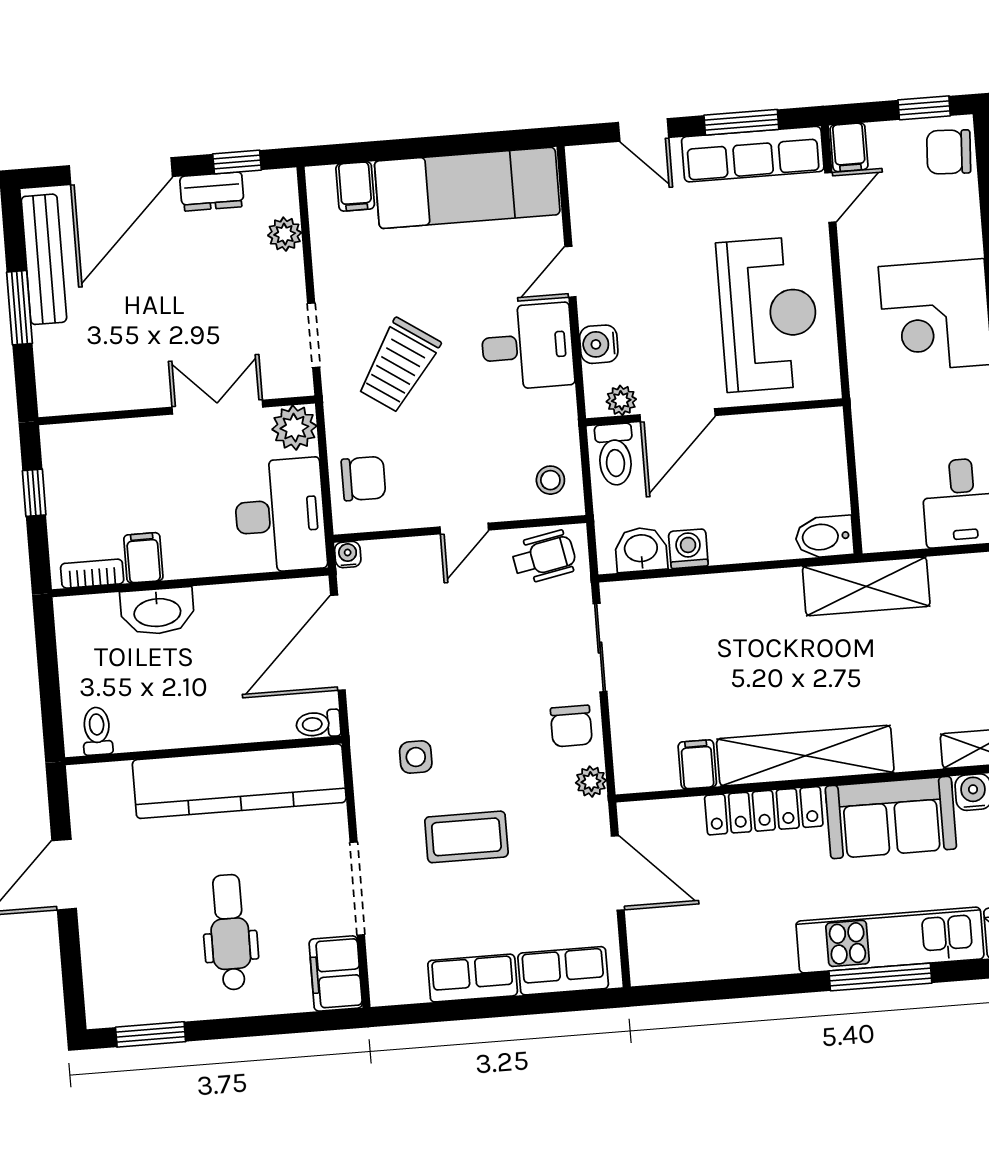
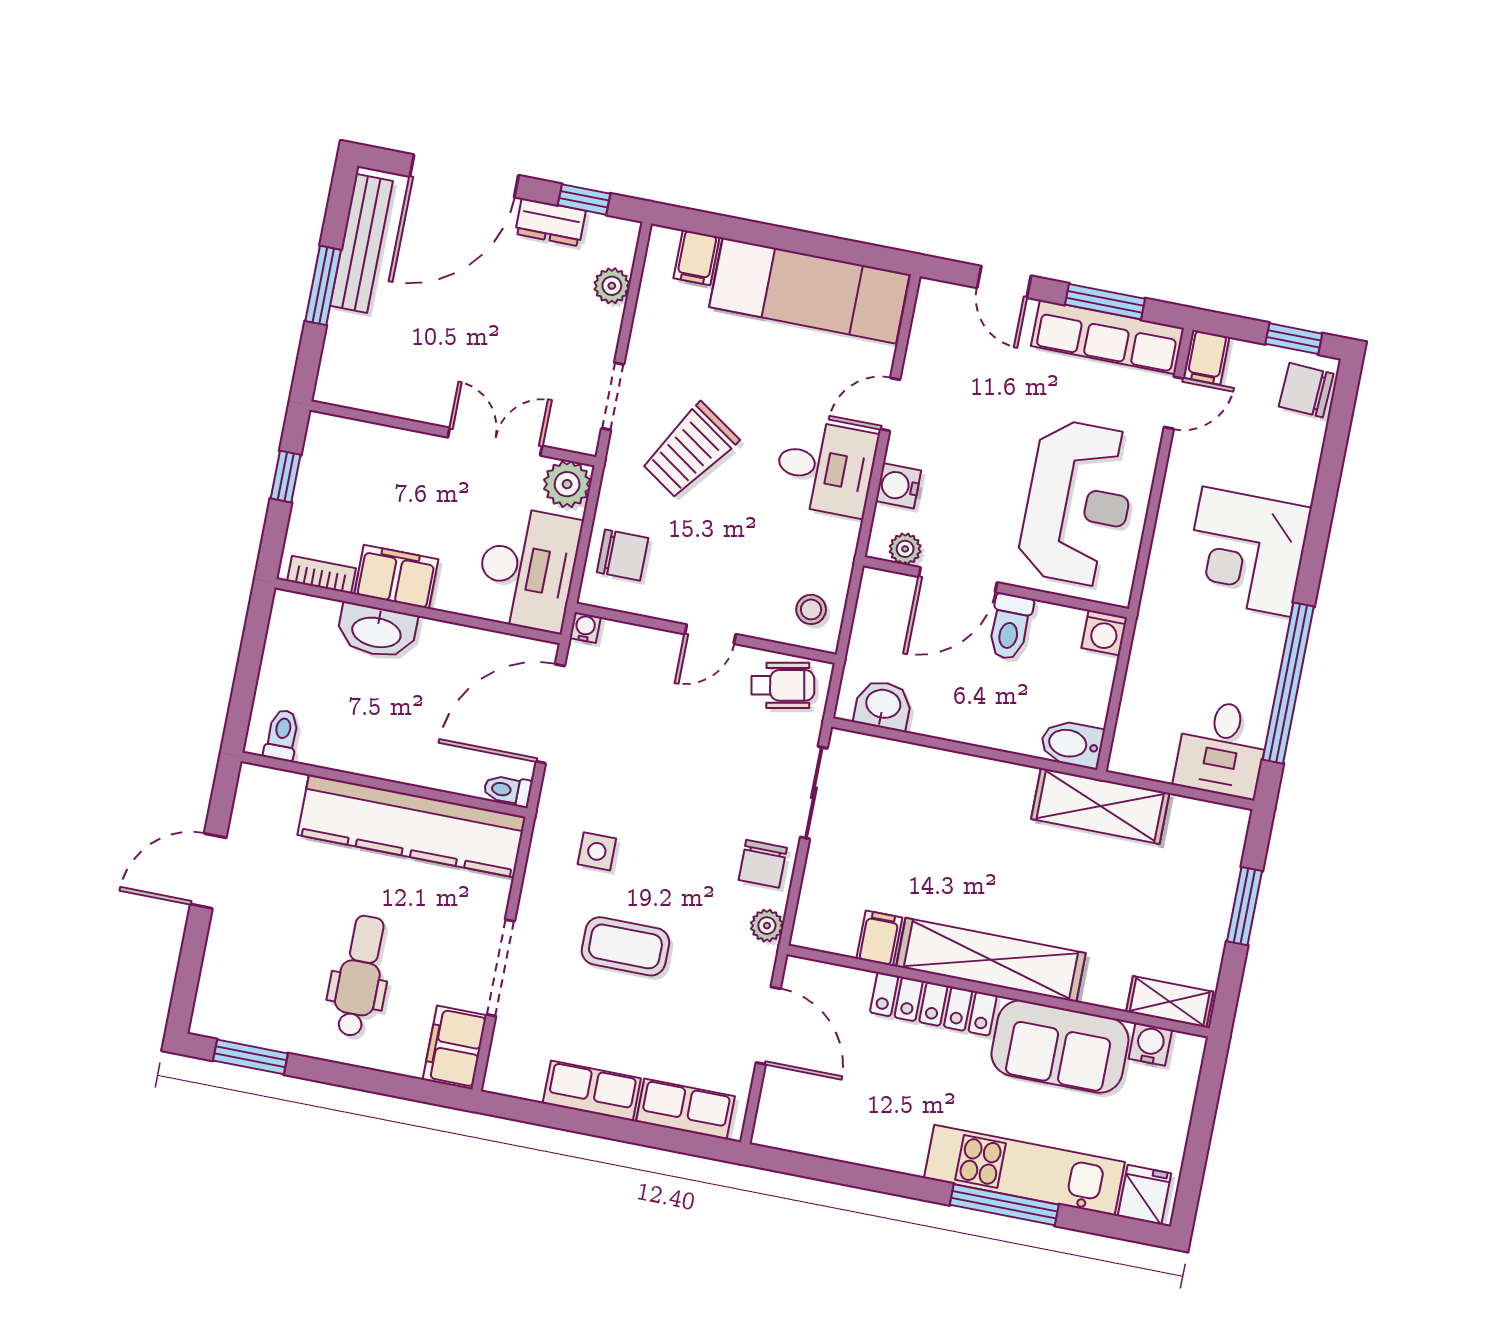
toilet: (615, 455) -> (1010, 627), moved
washing machine: (688, 549) -> (1104, 633), moved, turned 180
filing cabinet: (143, 558) -> (396, 577), width x2.00

